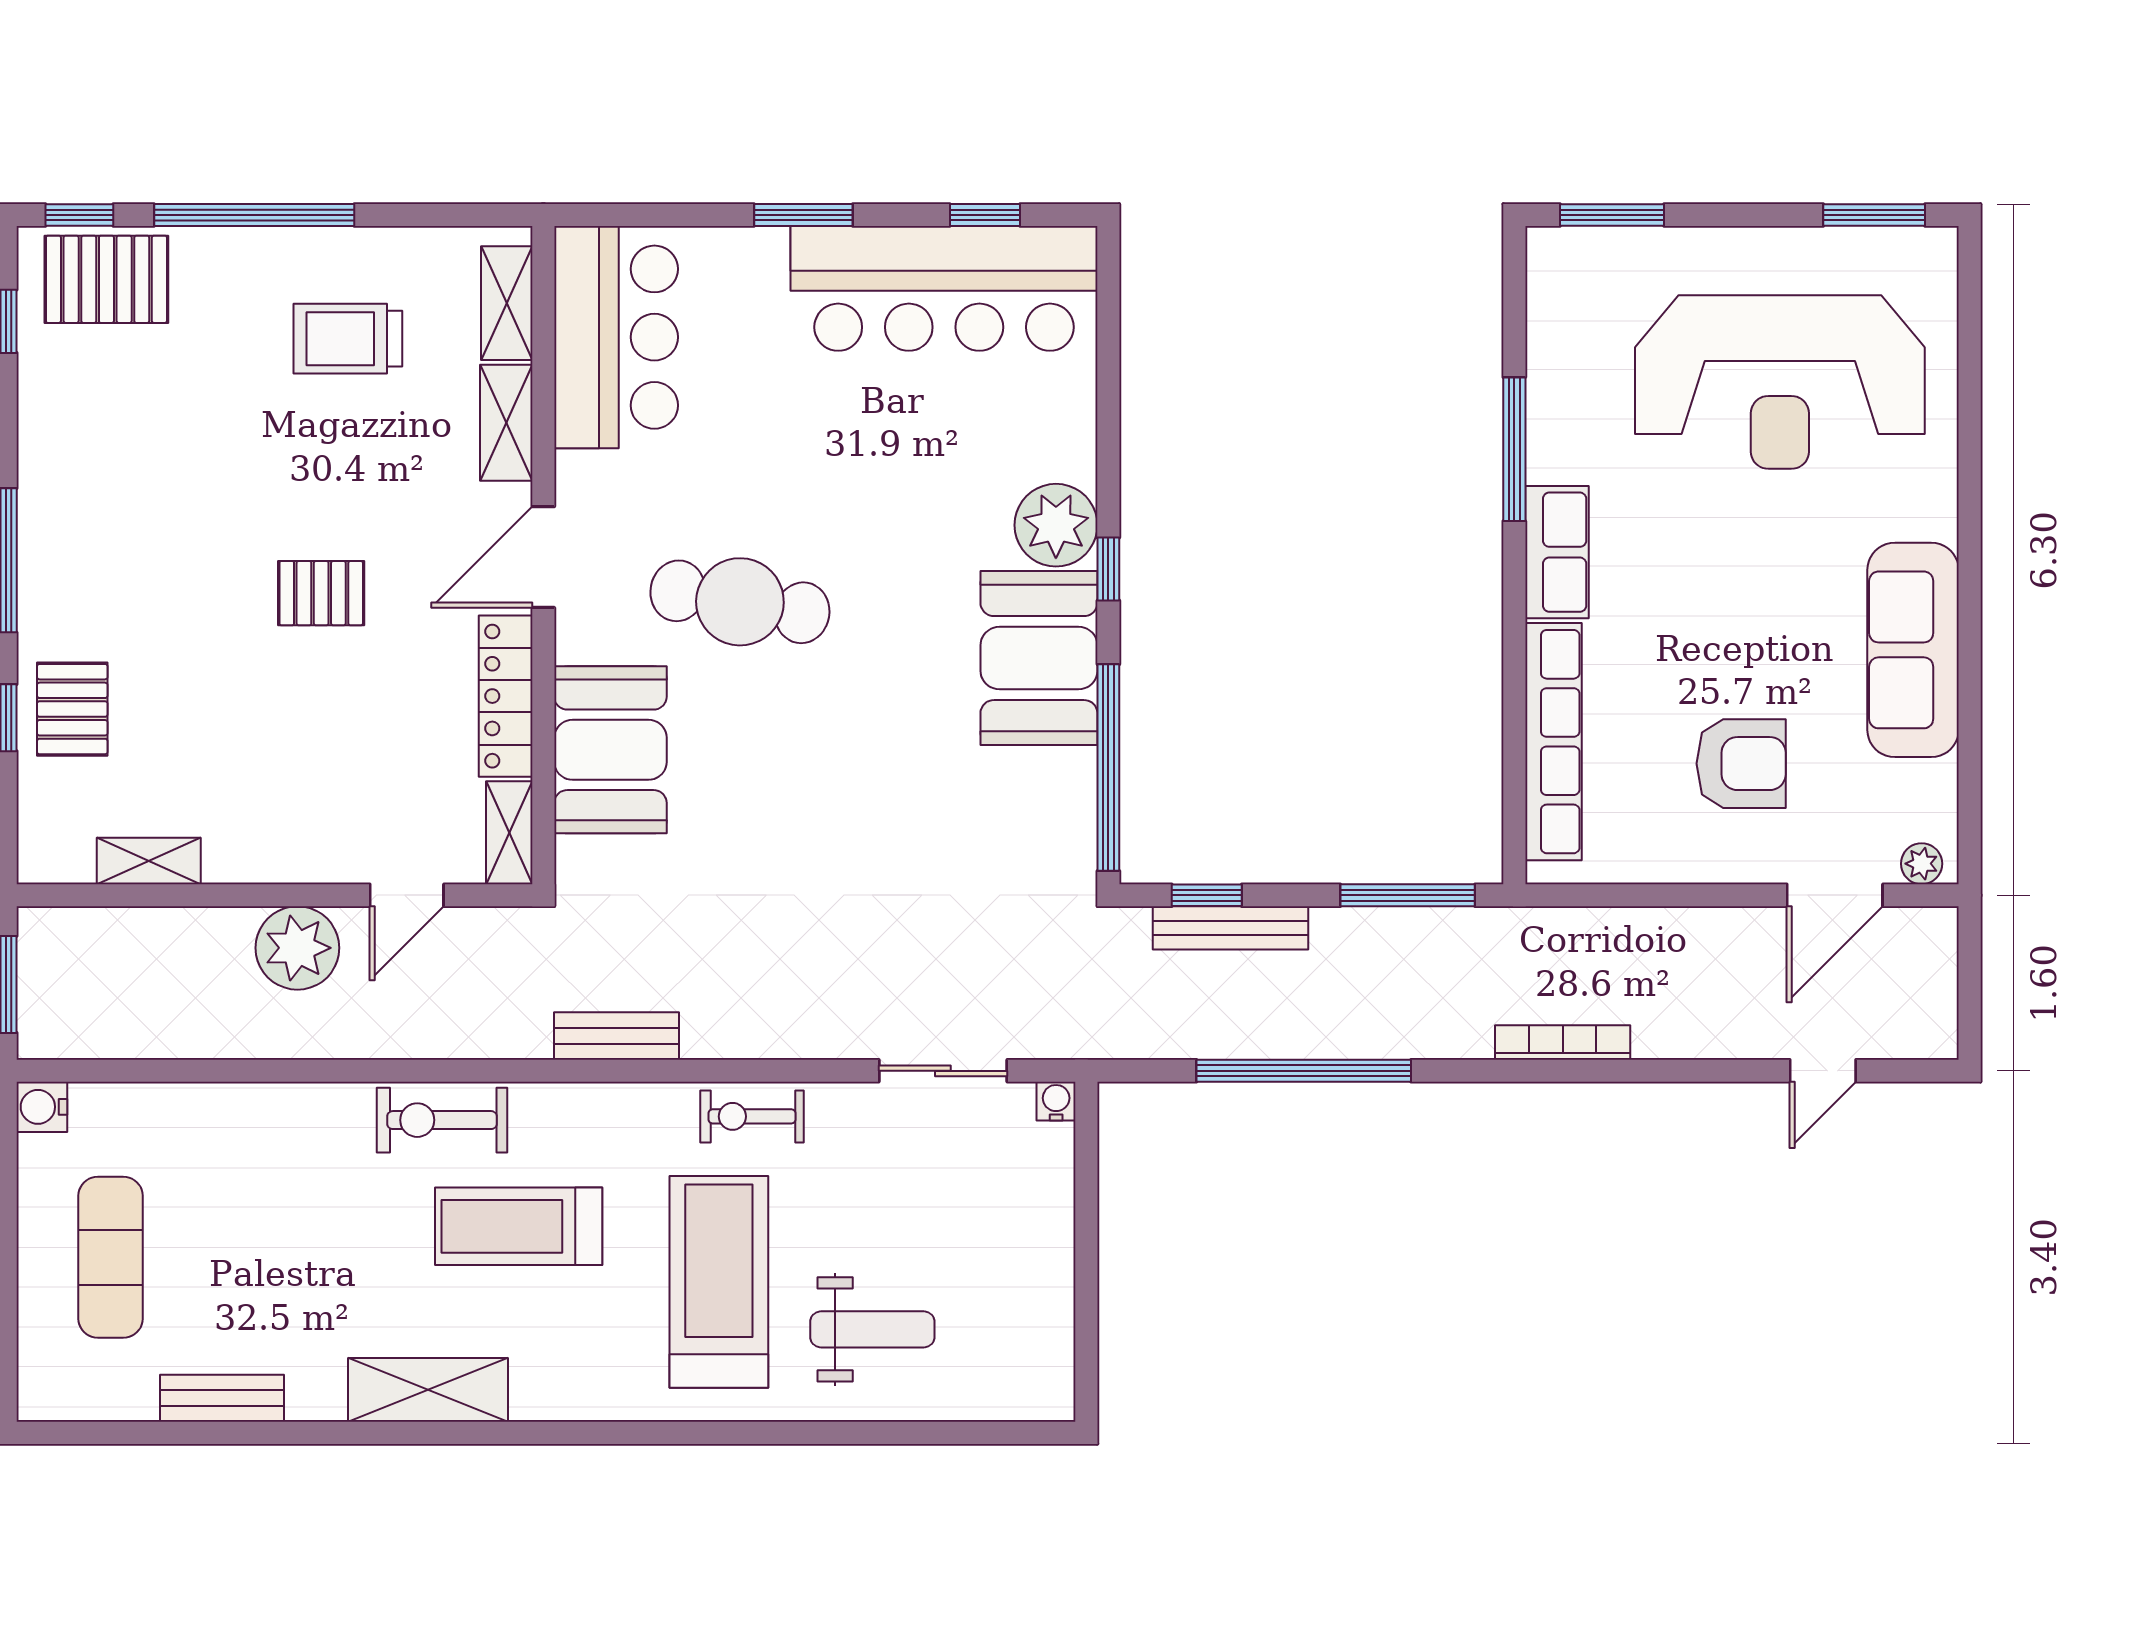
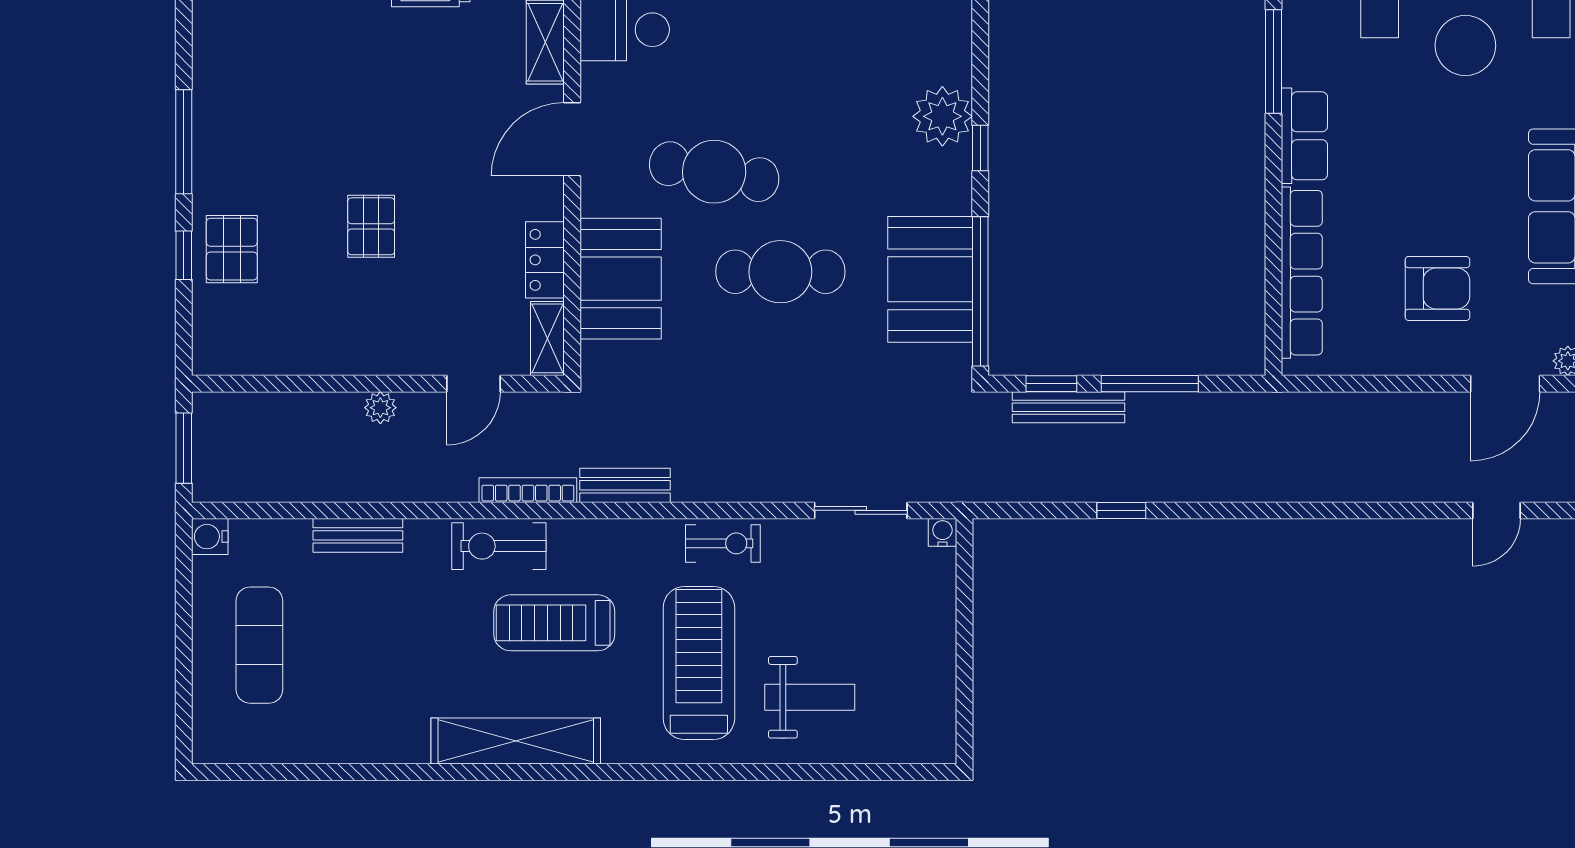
pallet: (321, 593) -> (371, 226), moved, turned 90
booth: (1039, 658) -> (930, 279), moved
locker: (506, 696) -> (545, 260), width x0.66
cafe table: (832, 740) -> (780, 272), added
shelving: (149, 861) -> (287, 359), removed
window: (1408, 895) -> (1150, 384), moved
plant: (297, 948) -> (380, 408), width x0.53, depth x0.53
bookcase: (1563, 1043) -> (528, 490), moved
window: (1304, 1071) -> (1121, 510), width x0.32
exercise bike: (752, 1116) -> (723, 543), turned 180
shelving: (428, 1390) -> (516, 741), width x1.47
bench: (222, 1398) -> (358, 535), moved

